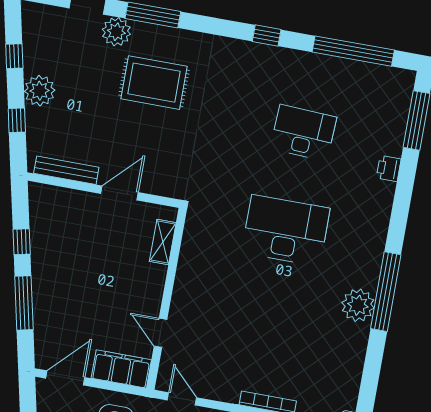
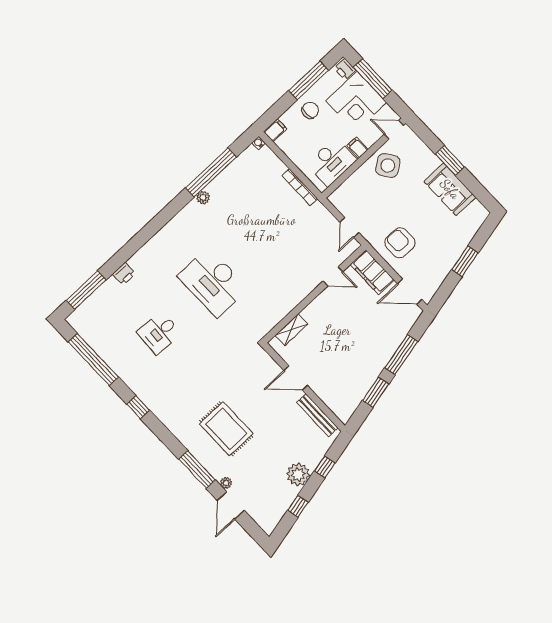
plant: (116, 32) -> (226, 483), width x0.53, depth x0.53
desk: (303, 133) -> (159, 333), width x0.73
window: (22, 242) -> (376, 392), width x1.50
window: (386, 292) -> (211, 172), moved
plant: (358, 305) -> (203, 197), width x0.53, depth x0.53
door: (160, 333) -> (333, 276), hinge flipped

